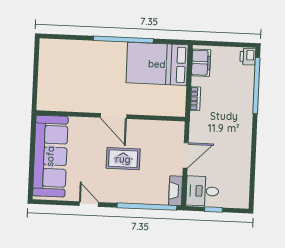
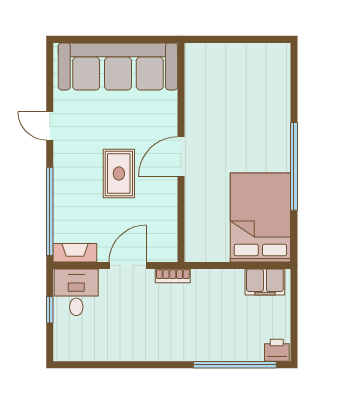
bookcase: (195, 99) -> (173, 276), moved
door: (186, 155) -> (128, 265), swing flipped
door: (89, 204) -> (50, 126), swing flipped

